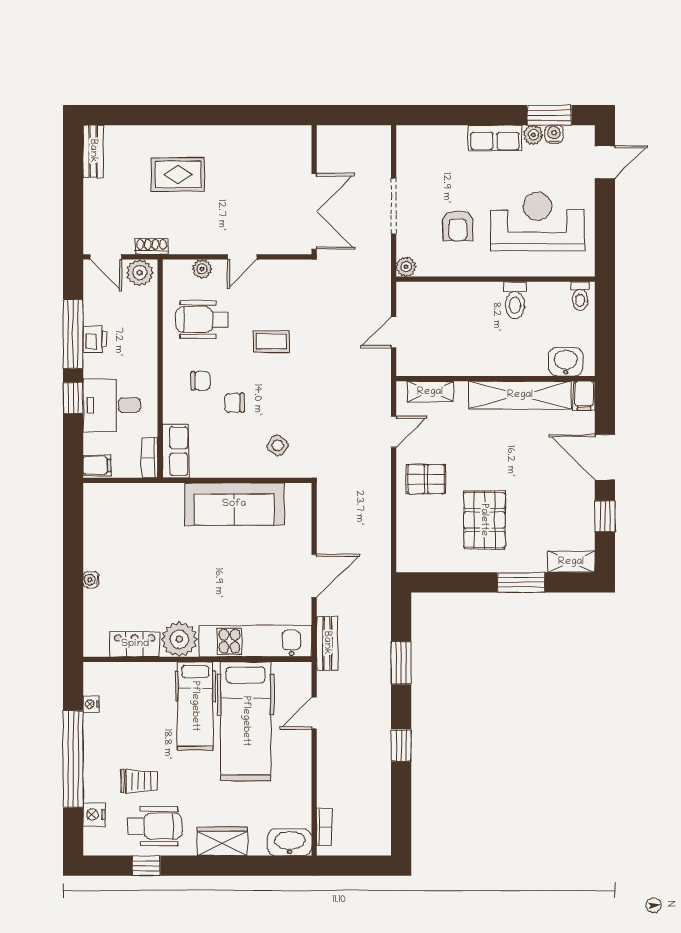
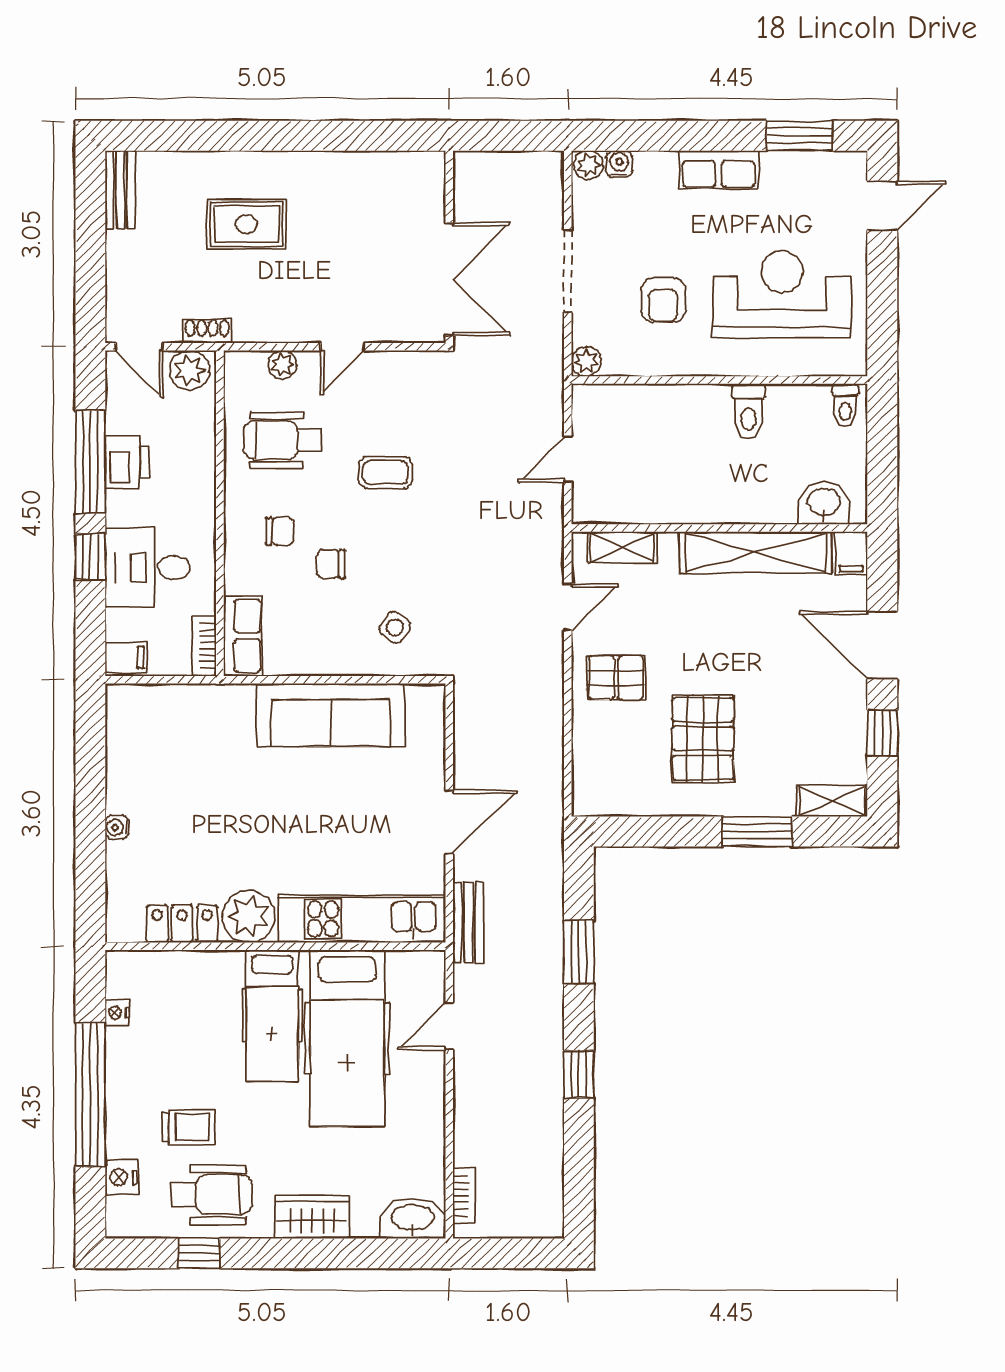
water cooler: (554, 134) -> (619, 164), moved
plant: (533, 135) -> (588, 165), moved
printer: (95, 339) -> (127, 462), width x1.36, depth x1.24

